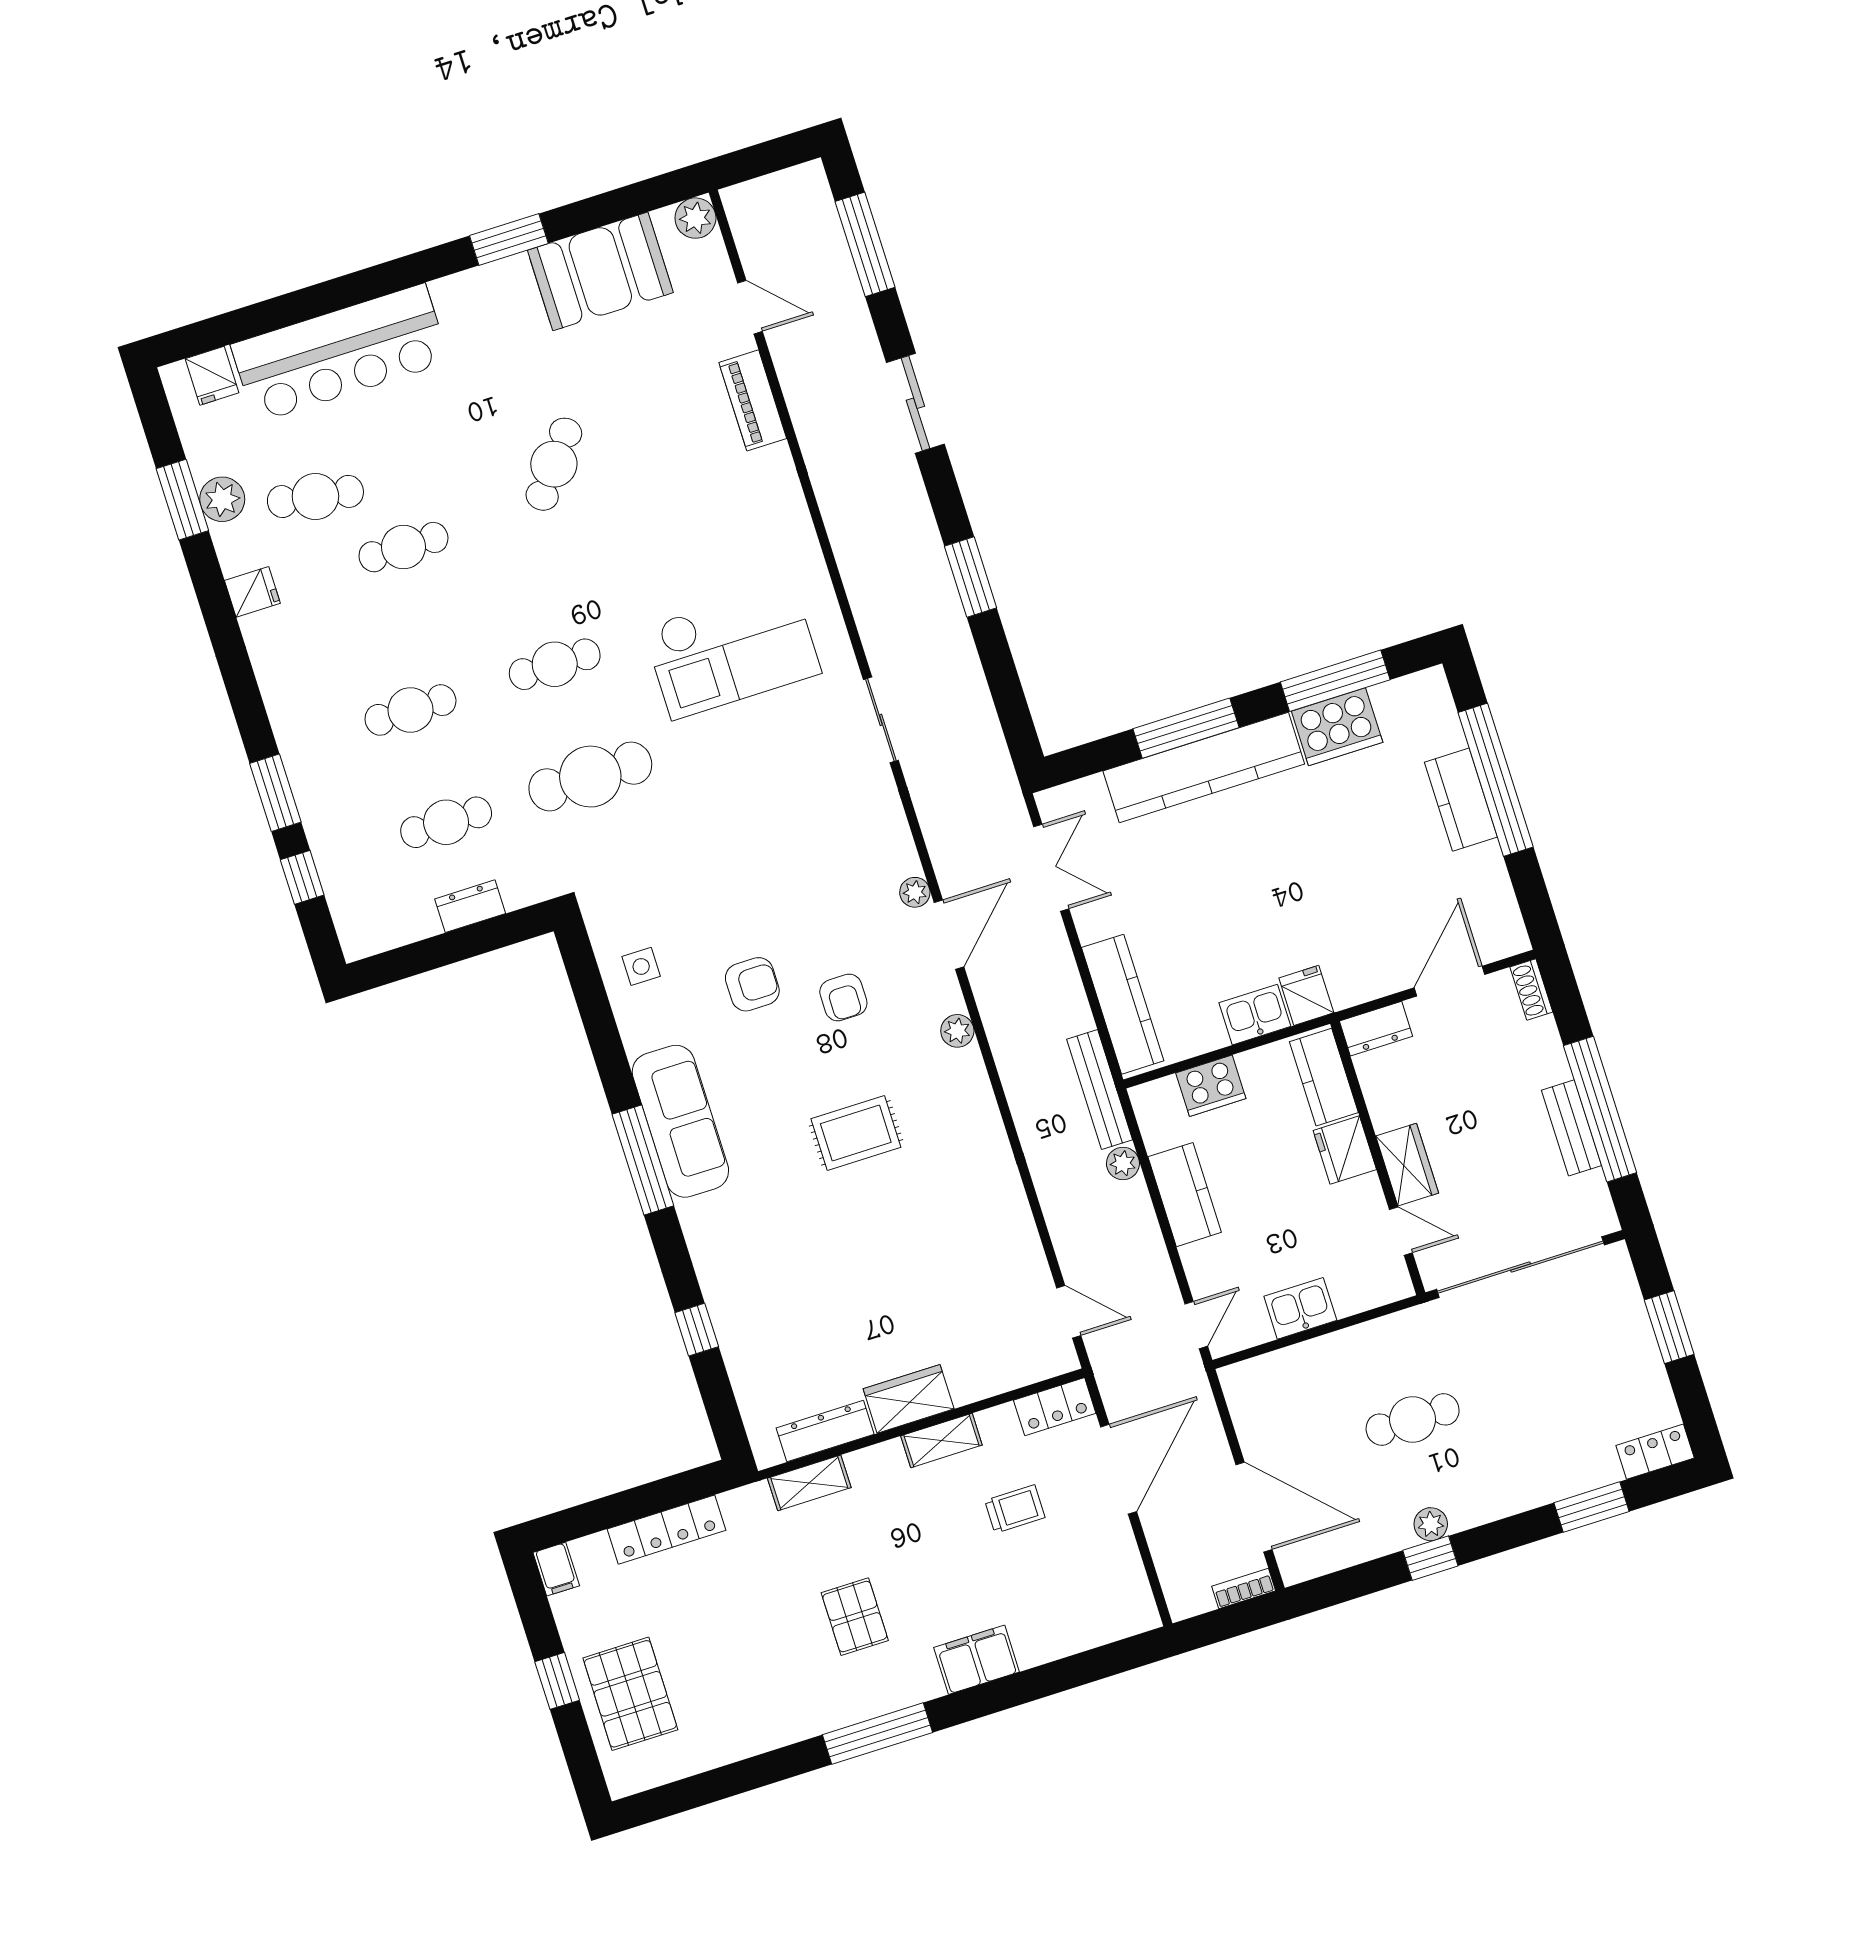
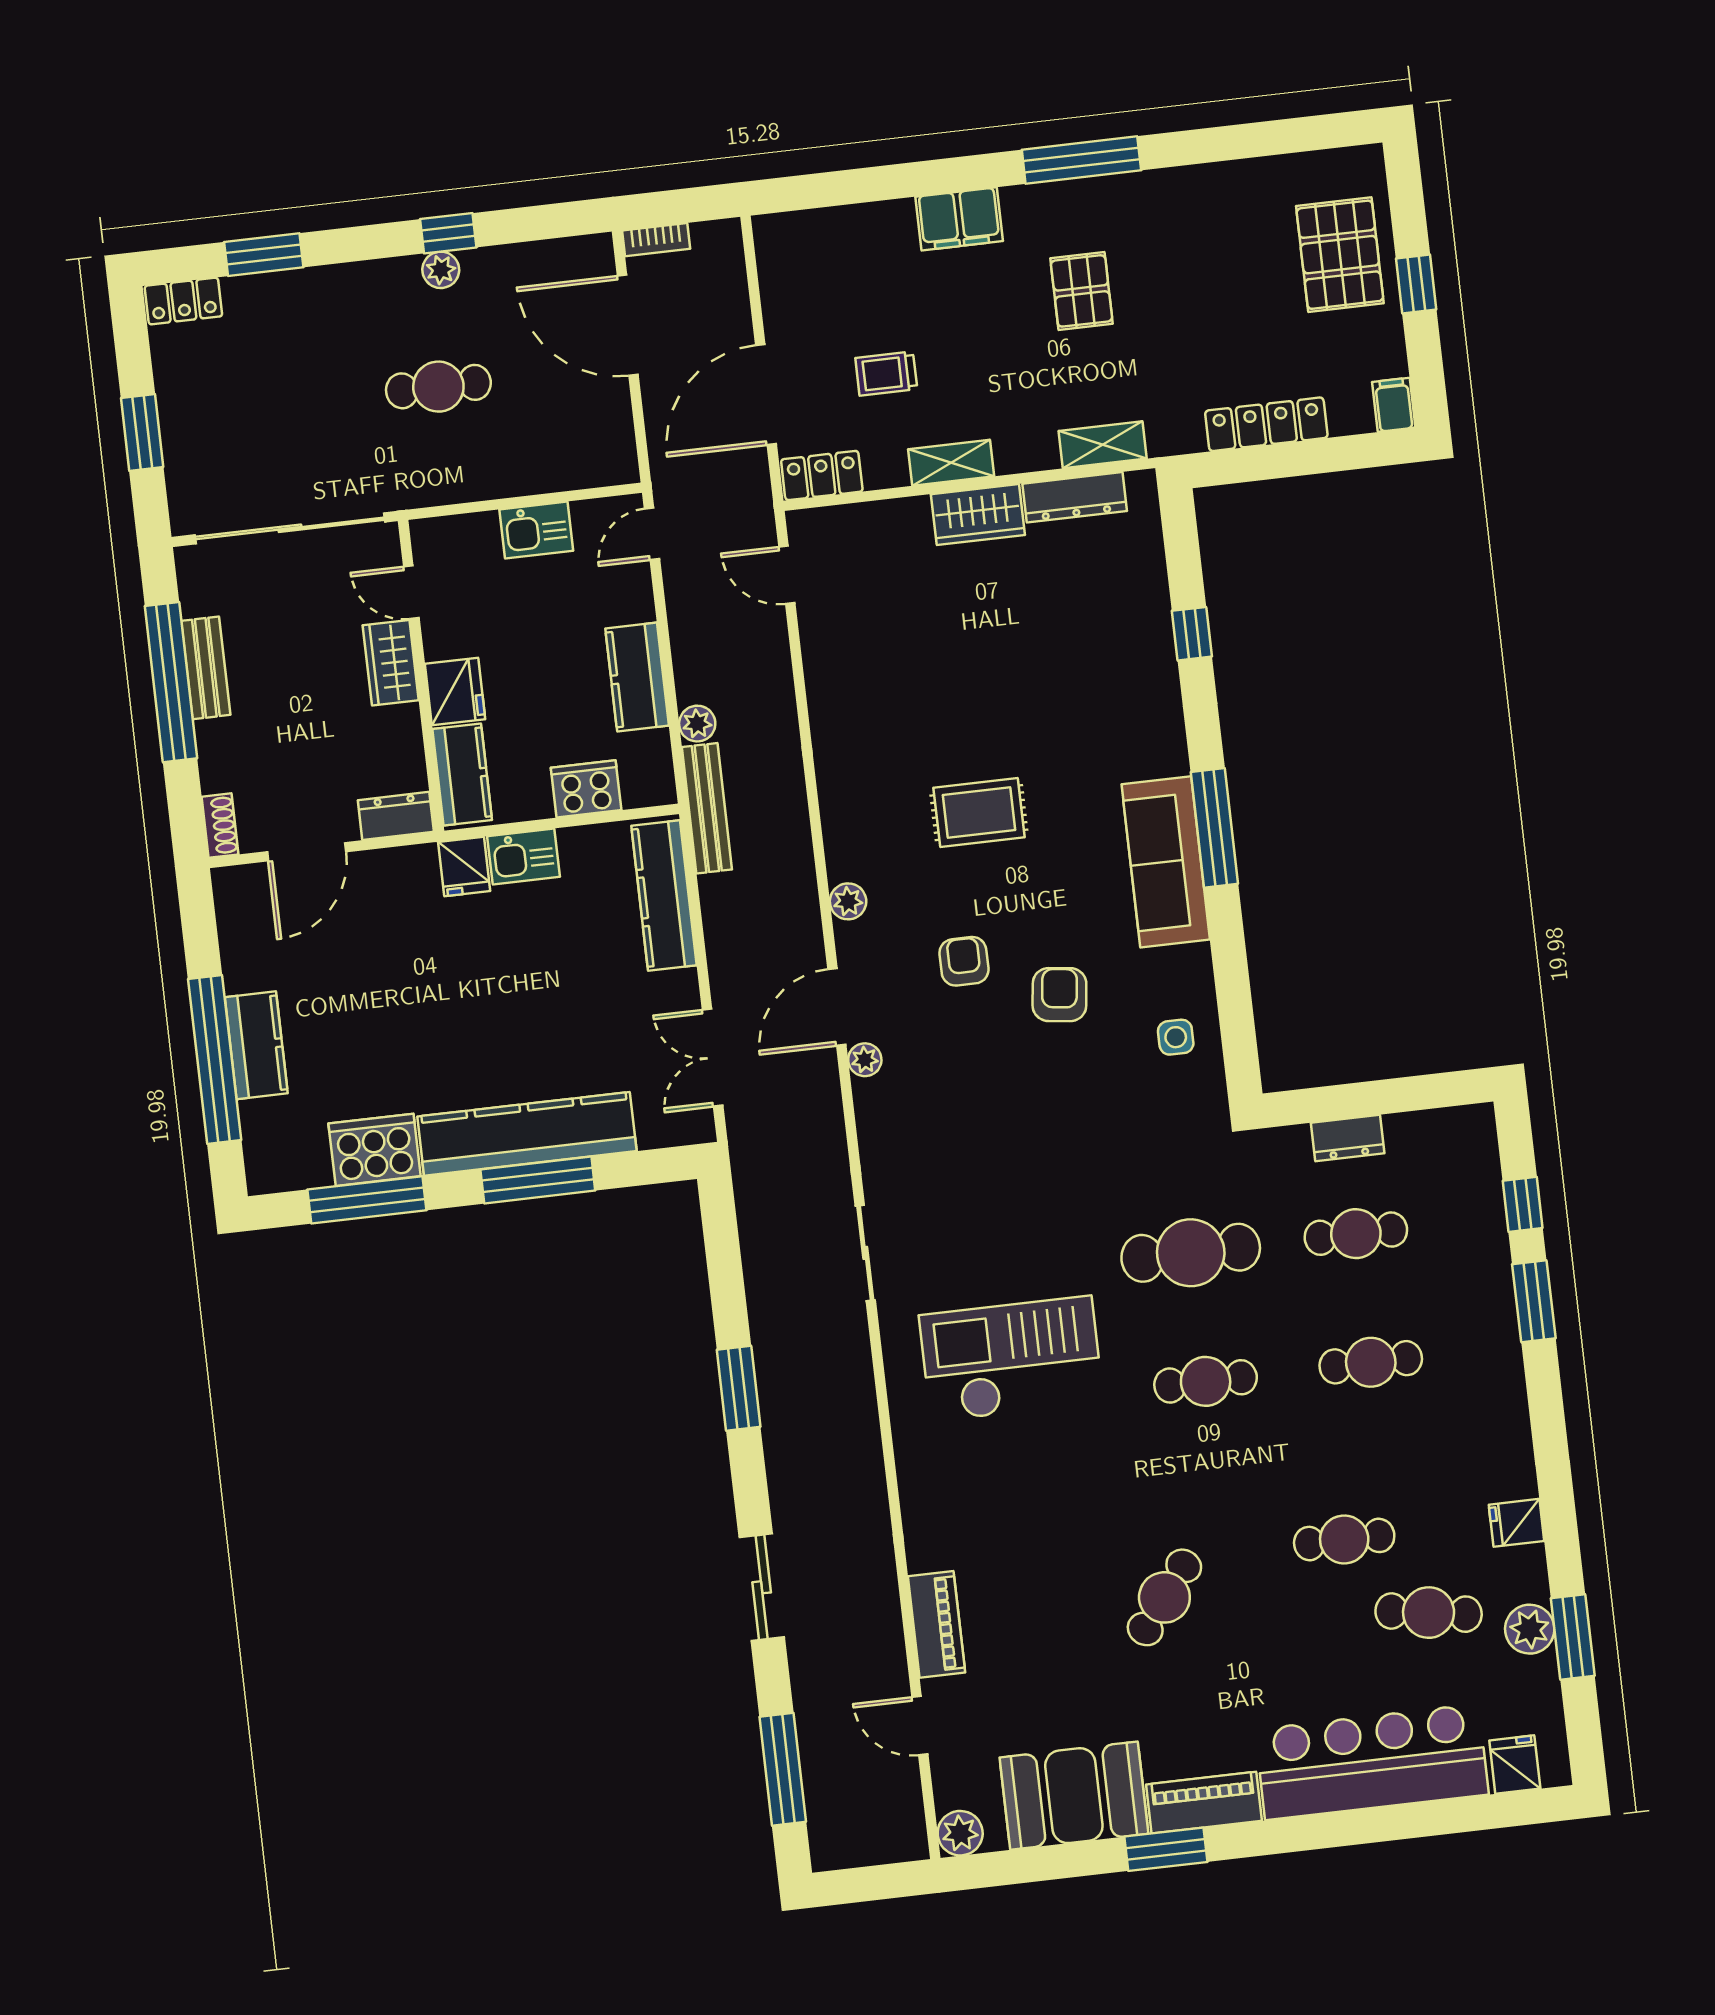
piano: (483, 288) -> (1204, 1803), added
armchair: (752, 984) -> (1059, 995), turned 97

